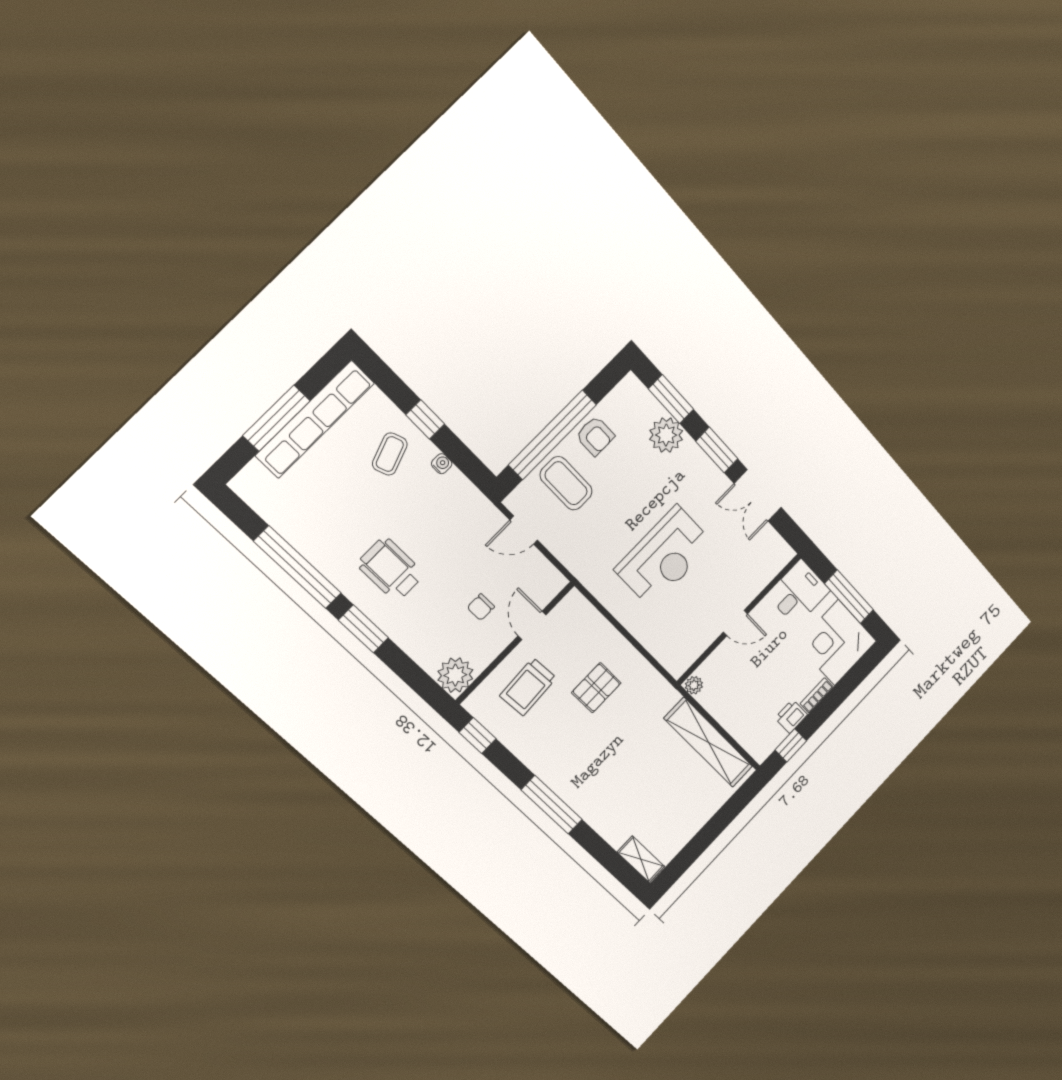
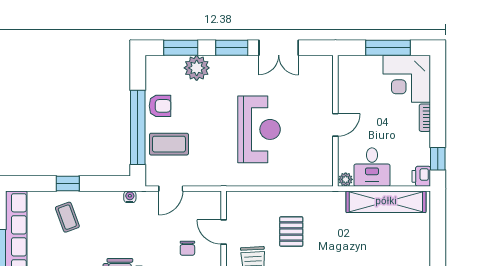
water cooler: (442, 464) -> (130, 197), moved
desk: (798, 593) -> (372, 167), moved, turned 180
printer: (791, 716) -> (421, 176), moved

